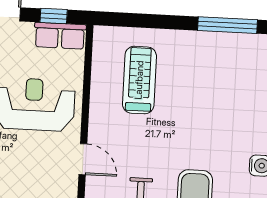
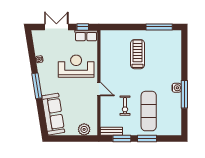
treadmill: (139, 80) -> (137, 54), moved

